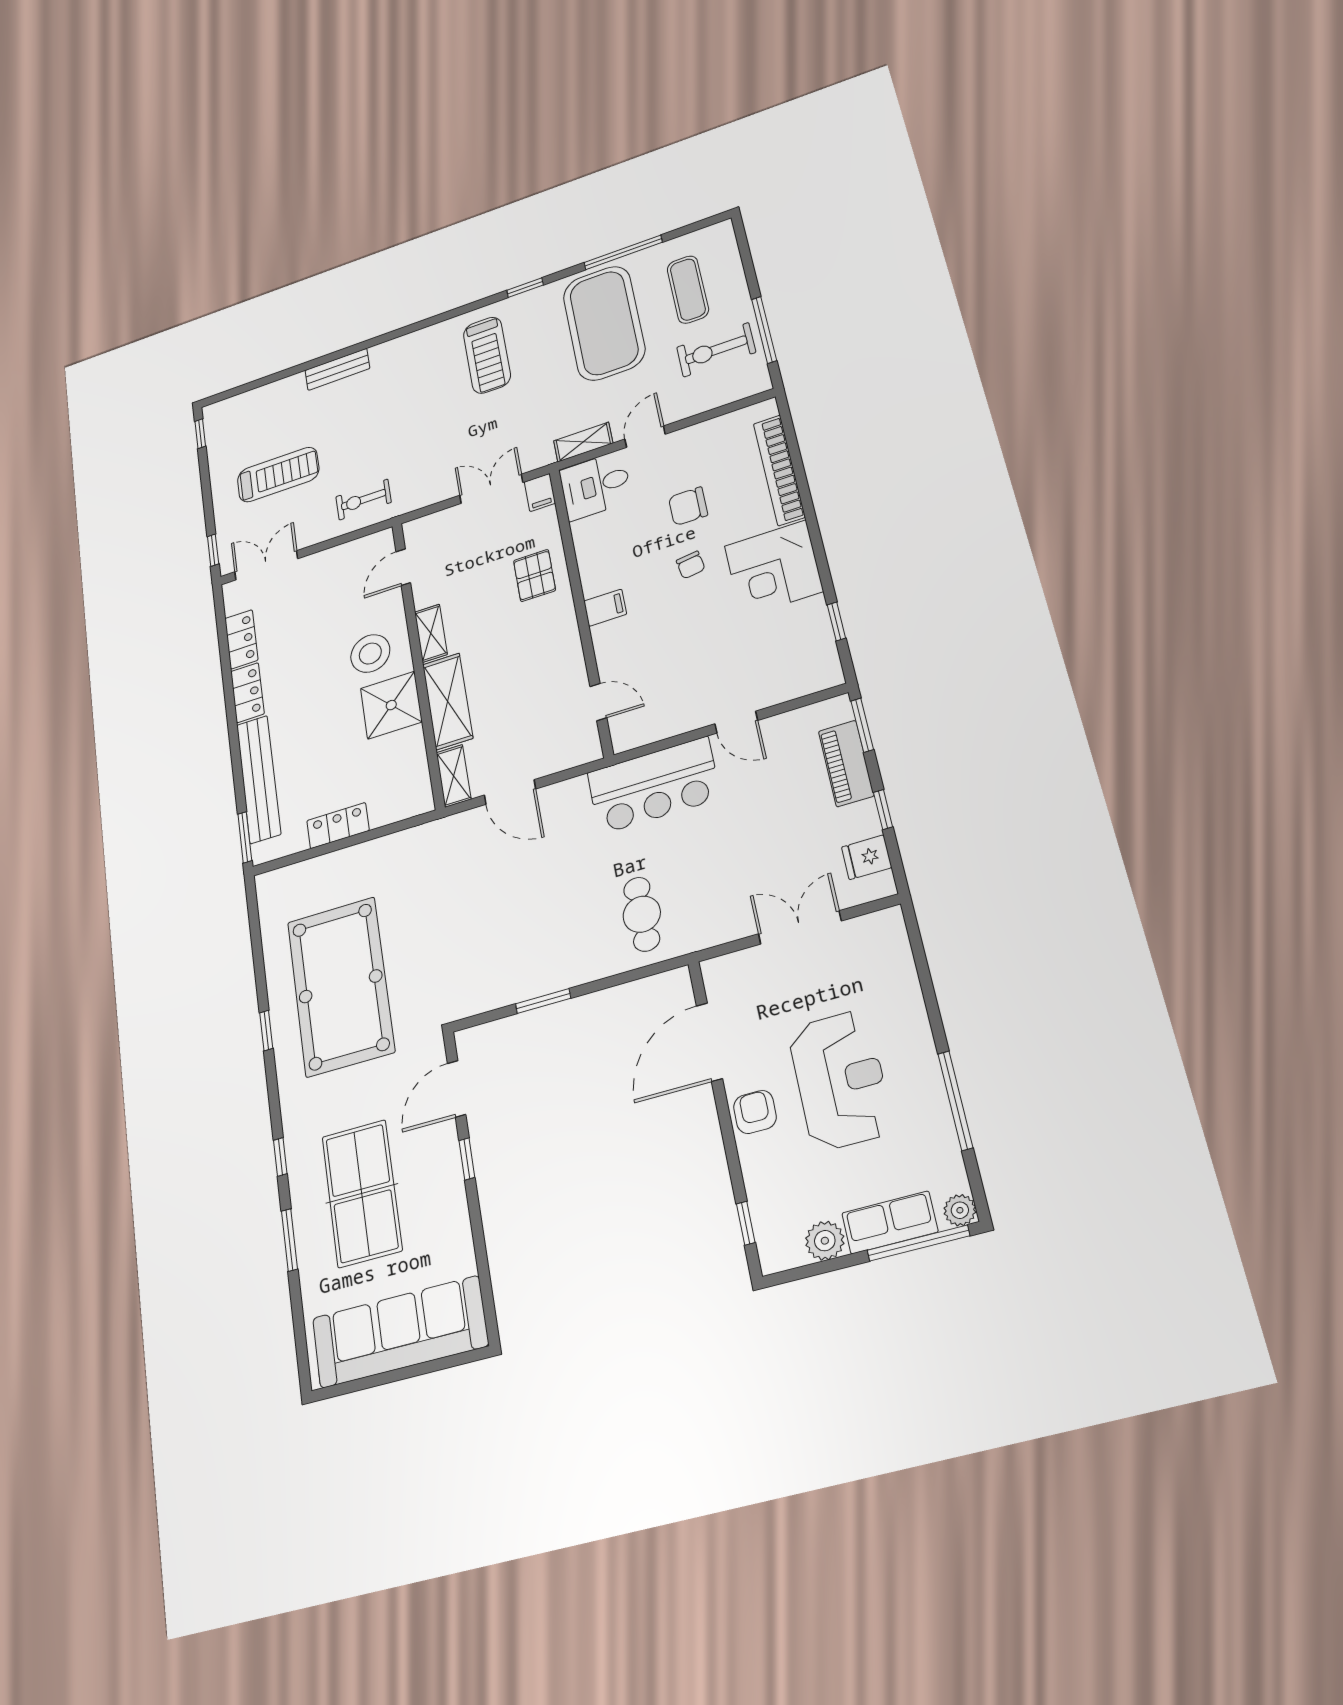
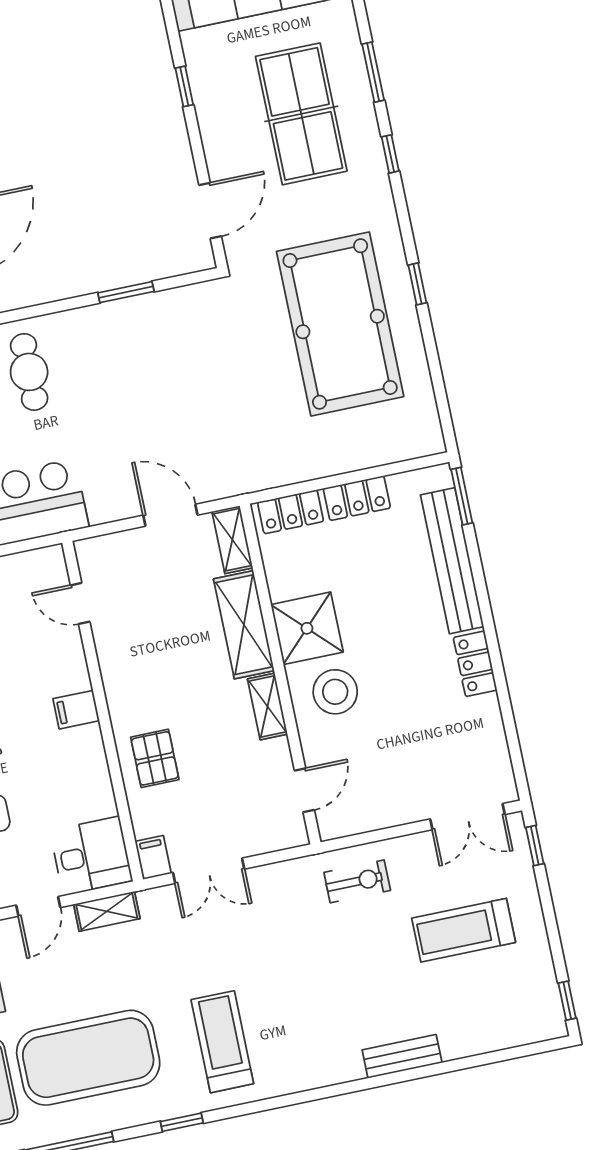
exercise mat: (604, 323) -> (88, 1058), turned 90
locker: (241, 639) -> (291, 512), moved, turned -90
window: (467, 1159) -> (184, 86), moved

